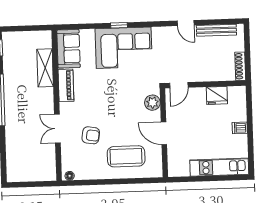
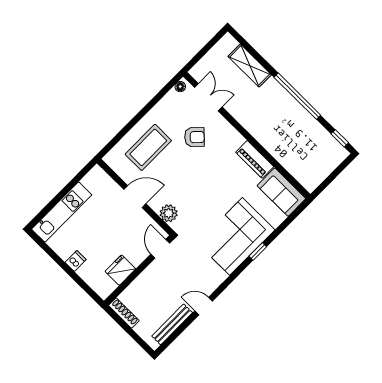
shelving: (45, 68) -> (250, 66), moved
double door: (57, 129) -> (208, 97), moved
armchair: (91, 135) -> (194, 137), turned -145

